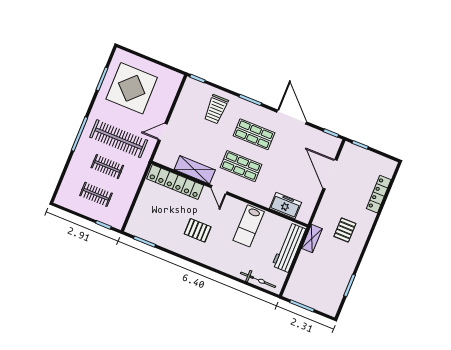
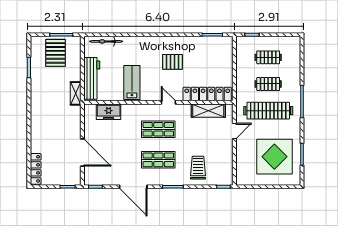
shelving: (195, 170) -> (208, 111), moved
locker: (379, 194) -> (36, 169), moved
pallet: (345, 230) -> (55, 53), moved, width x1.50, depth x1.42

